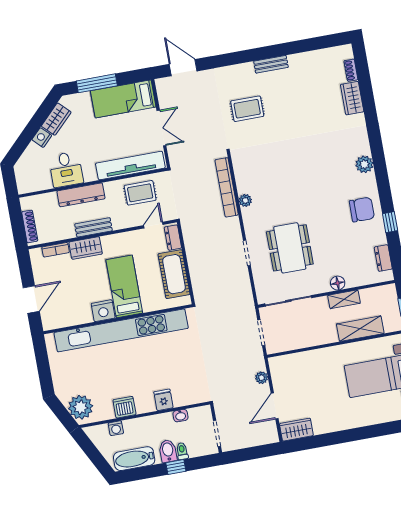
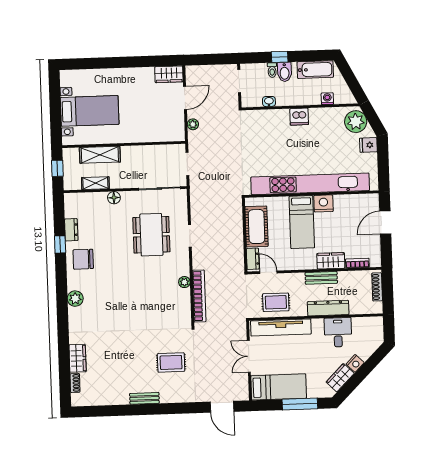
door: (153, 225) -> (268, 272), swing flipped
dresser: (383, 258) -> (71, 230), moved
shelving: (344, 299) -> (95, 183), moved
fridge: (163, 400) -> (368, 145), moved, turned 90
dishwasher: (124, 407) -> (299, 117), moved

